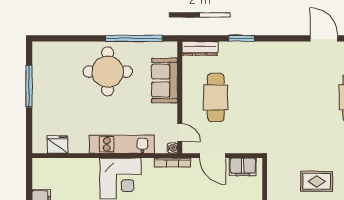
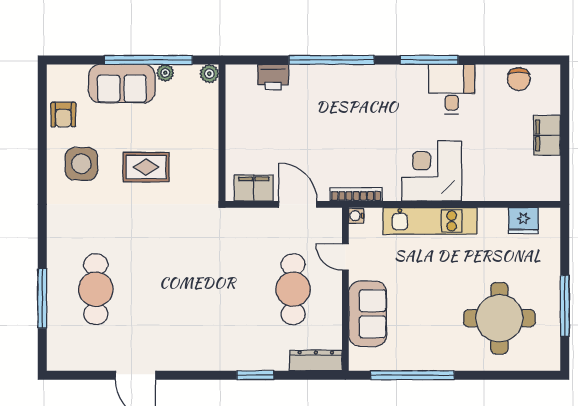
round table: (108, 72) -> (499, 318), moved
door: (180, 133) -> (345, 257), moved

